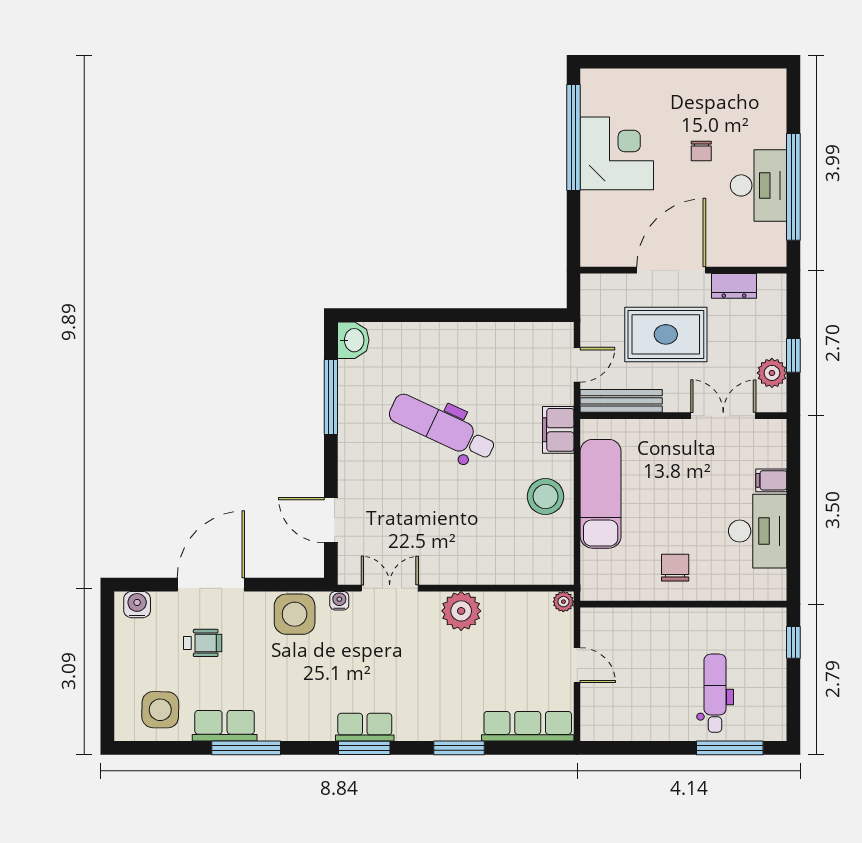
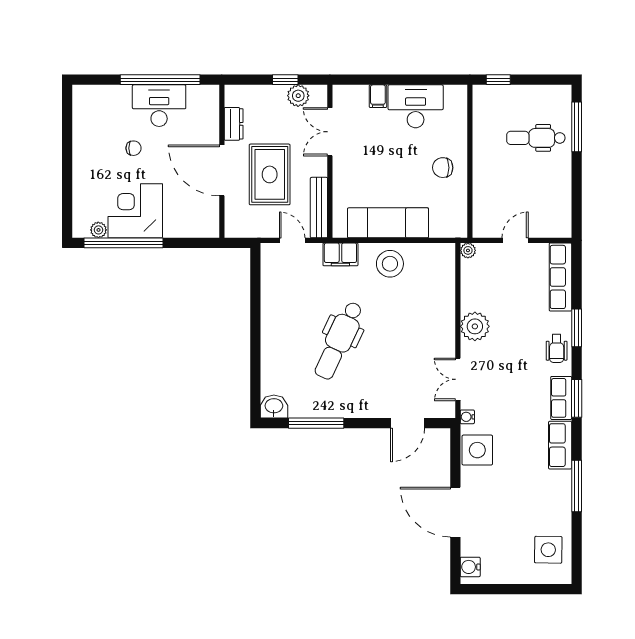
plant: (591, 104) -> (98, 230), added
wheelchair: (203, 643) -> (557, 348), moved, turned 180
row of seats: (225, 726) -> (560, 445), moved

